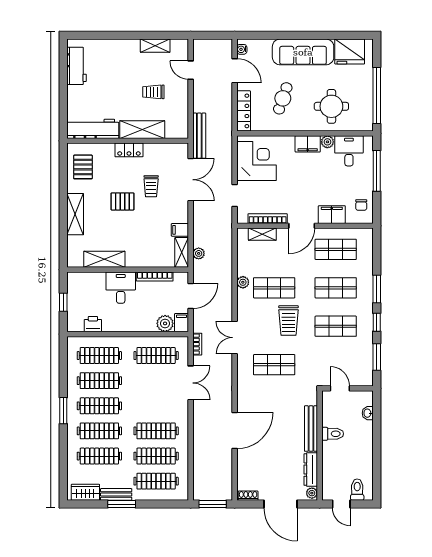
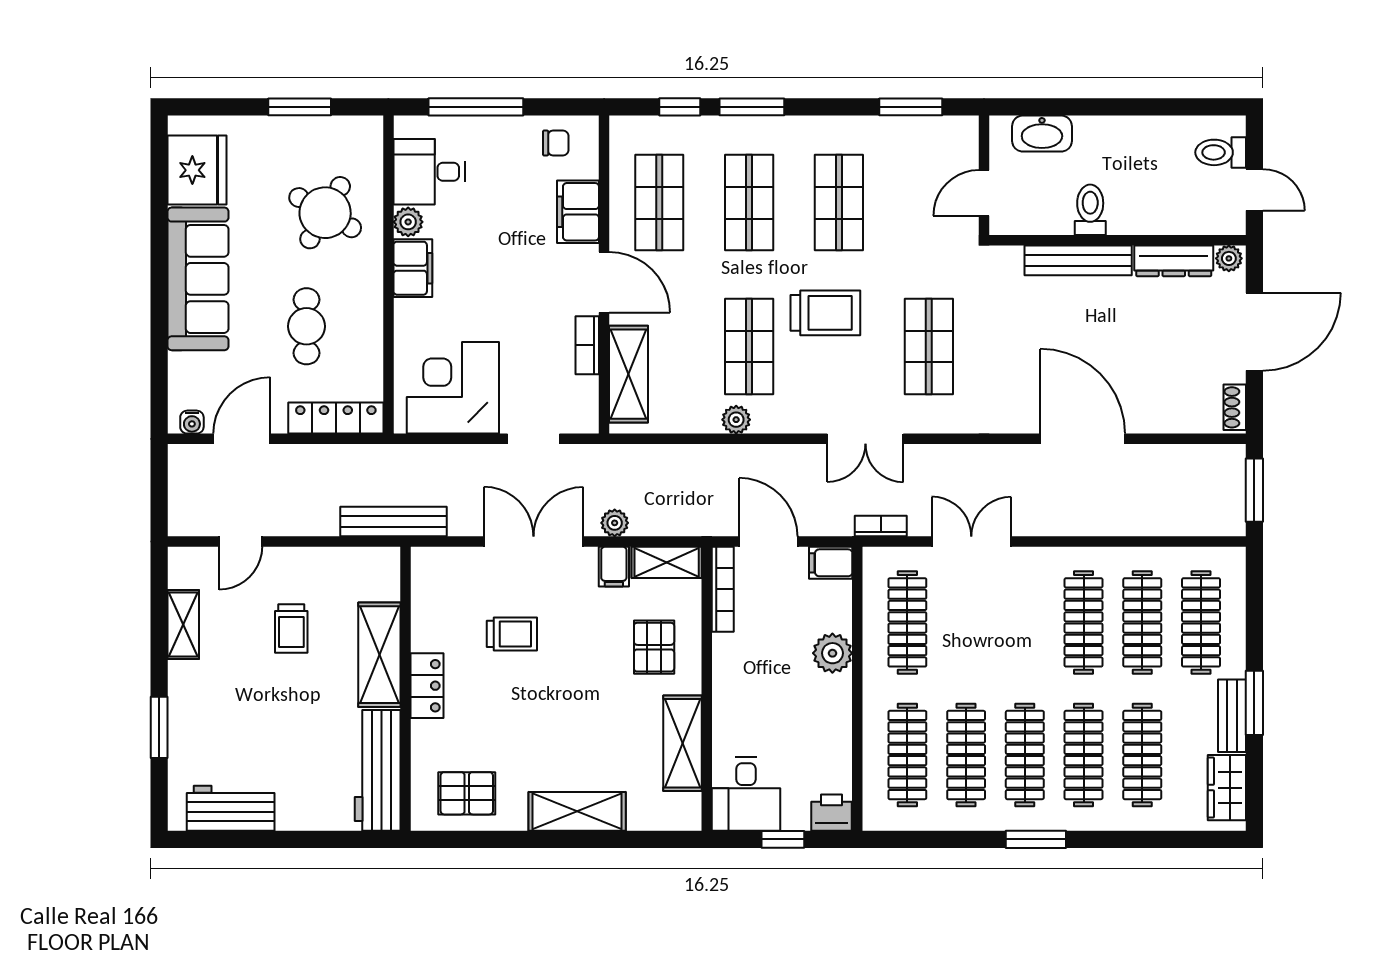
window: (111, 35) -> (159, 727), added
window: (377, 95) -> (300, 107), width x0.47
cafe table: (283, 98) -> (306, 326), turned 71
round table: (331, 106) -> (325, 213), turned 30
double door: (191, 180) -> (534, 542), moved
pallet: (122, 201) -> (654, 647), moved
bookcase: (268, 219) -> (587, 345), width x0.64
shelving: (262, 234) -> (629, 374), width x1.50, depth x1.33
plant: (199, 253) -> (615, 523), moved
bookcase: (155, 277) -> (723, 589), moved
desk: (121, 288) -> (746, 794), moved, turned -90
window: (377, 322) -> (680, 107), moved
plant: (165, 323) -> (832, 653), moved
printer: (93, 324) -> (832, 813), moved, turned 90
washbasin: (368, 413) -> (1042, 134), width x1.91, depth x1.45
door: (341, 504) -> (1254, 190), hinge flipped

